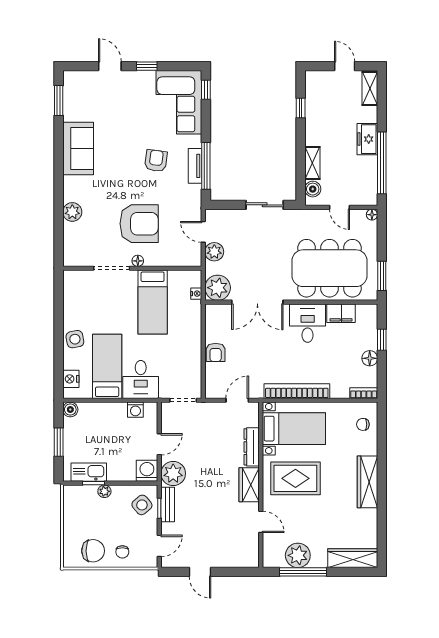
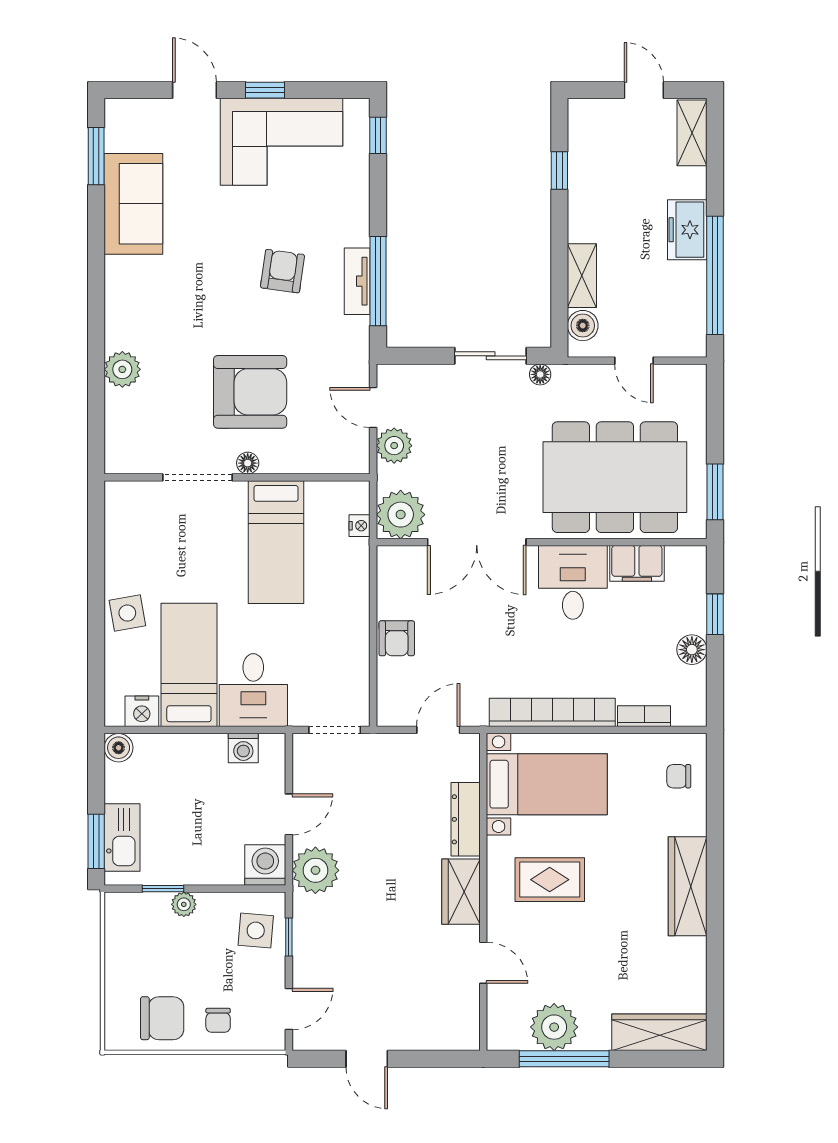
corner sofa: (179, 102) -> (281, 142), moved, turned -90
sofa: (78, 148) -> (133, 204), moved
floor lamp: (372, 215) -> (540, 374), moved
nightstand: (71, 379) -> (142, 711), moved, turned -90
bookcase: (364, 393) -> (644, 716), moved
window: (59, 442) -> (96, 841), moved
kitchen sink: (89, 472) -> (122, 837), moved, turned 90
rug: (295, 478) -> (550, 880), width x0.73, depth x0.70
bench: (168, 504) -> (305, 930), removed
side table: (142, 505) -> (256, 930), turned 45

